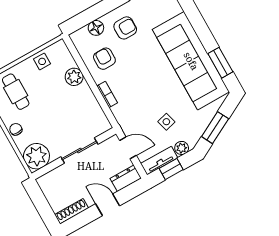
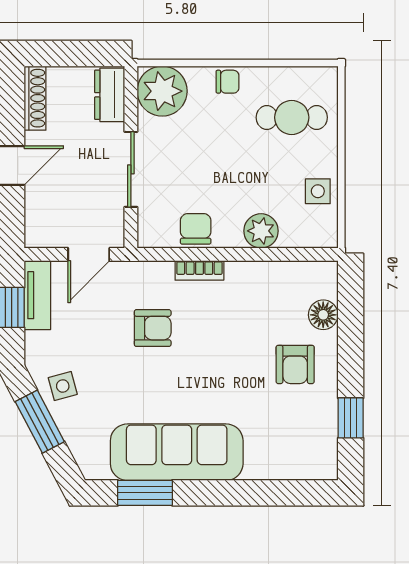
armchair: (104, 59) -> (153, 328), moved
sofa: (191, 61) -> (177, 452), width x0.74, depth x0.79
chair: (90, 107) -> (196, 229), added
side table: (166, 122) -> (63, 386), moved
plant: (182, 148) -> (37, 345), removed
dresser: (126, 178) -> (110, 95), moved, turned 180

